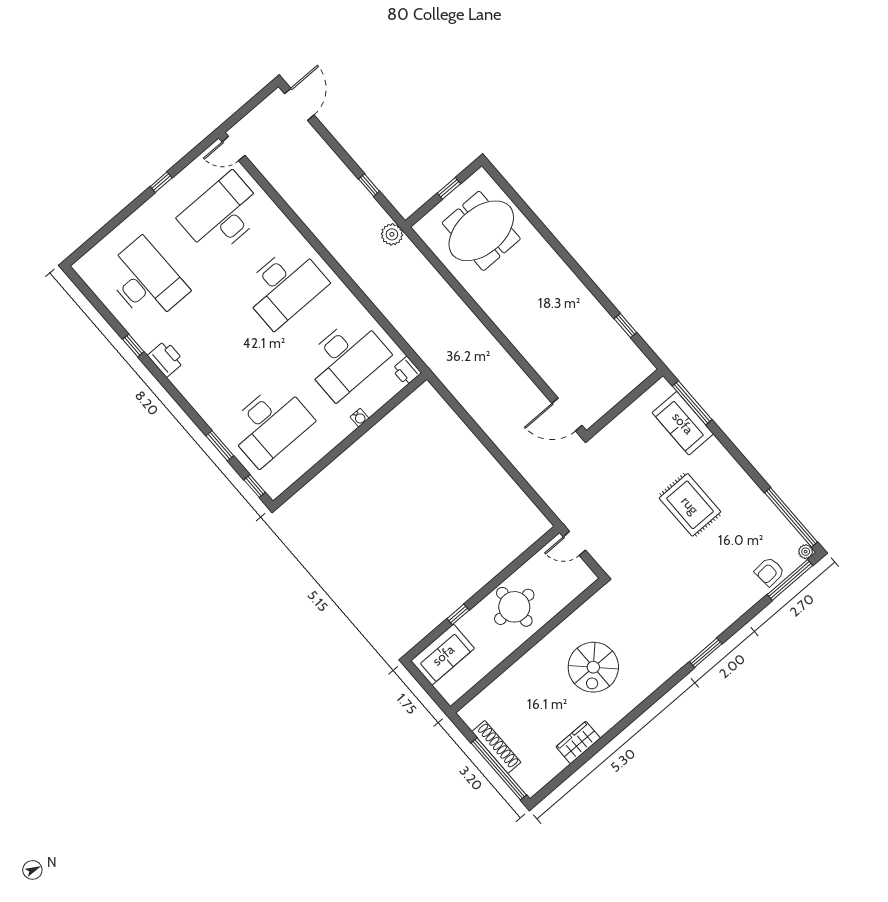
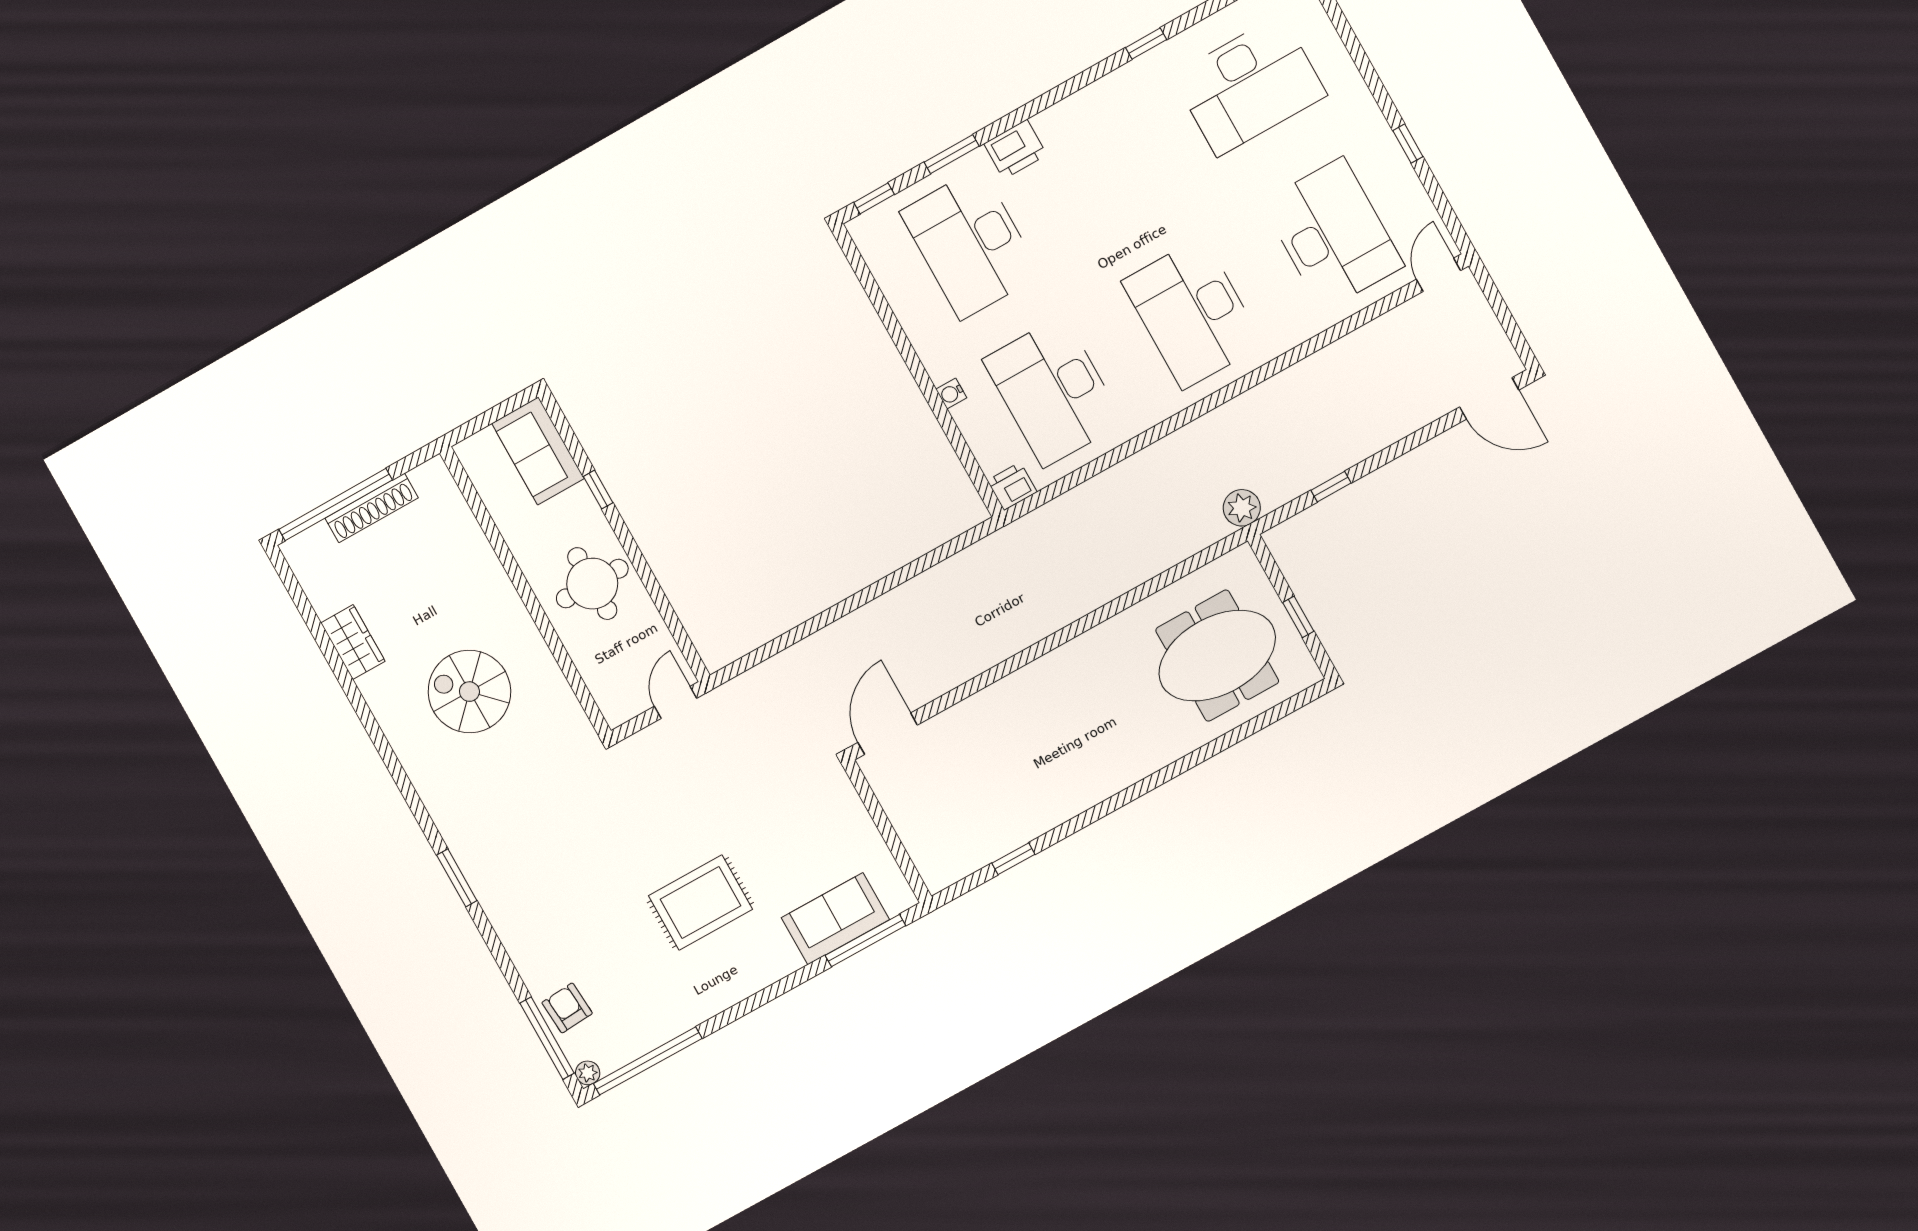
meeting table: (481, 231) -> (1217, 656), turned 90
printer: (166, 359) -> (1015, 149), moved

